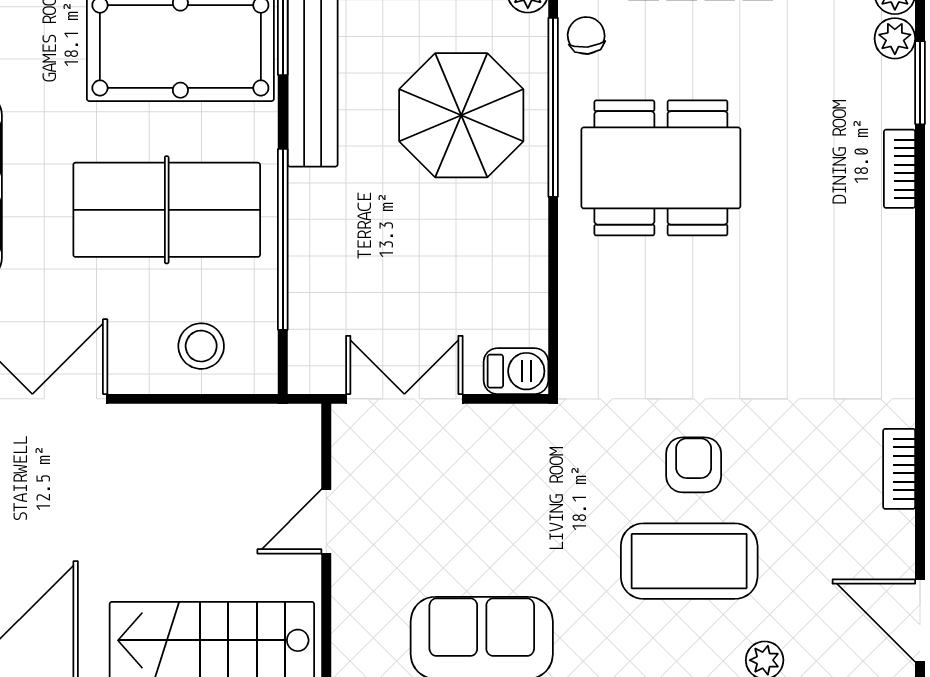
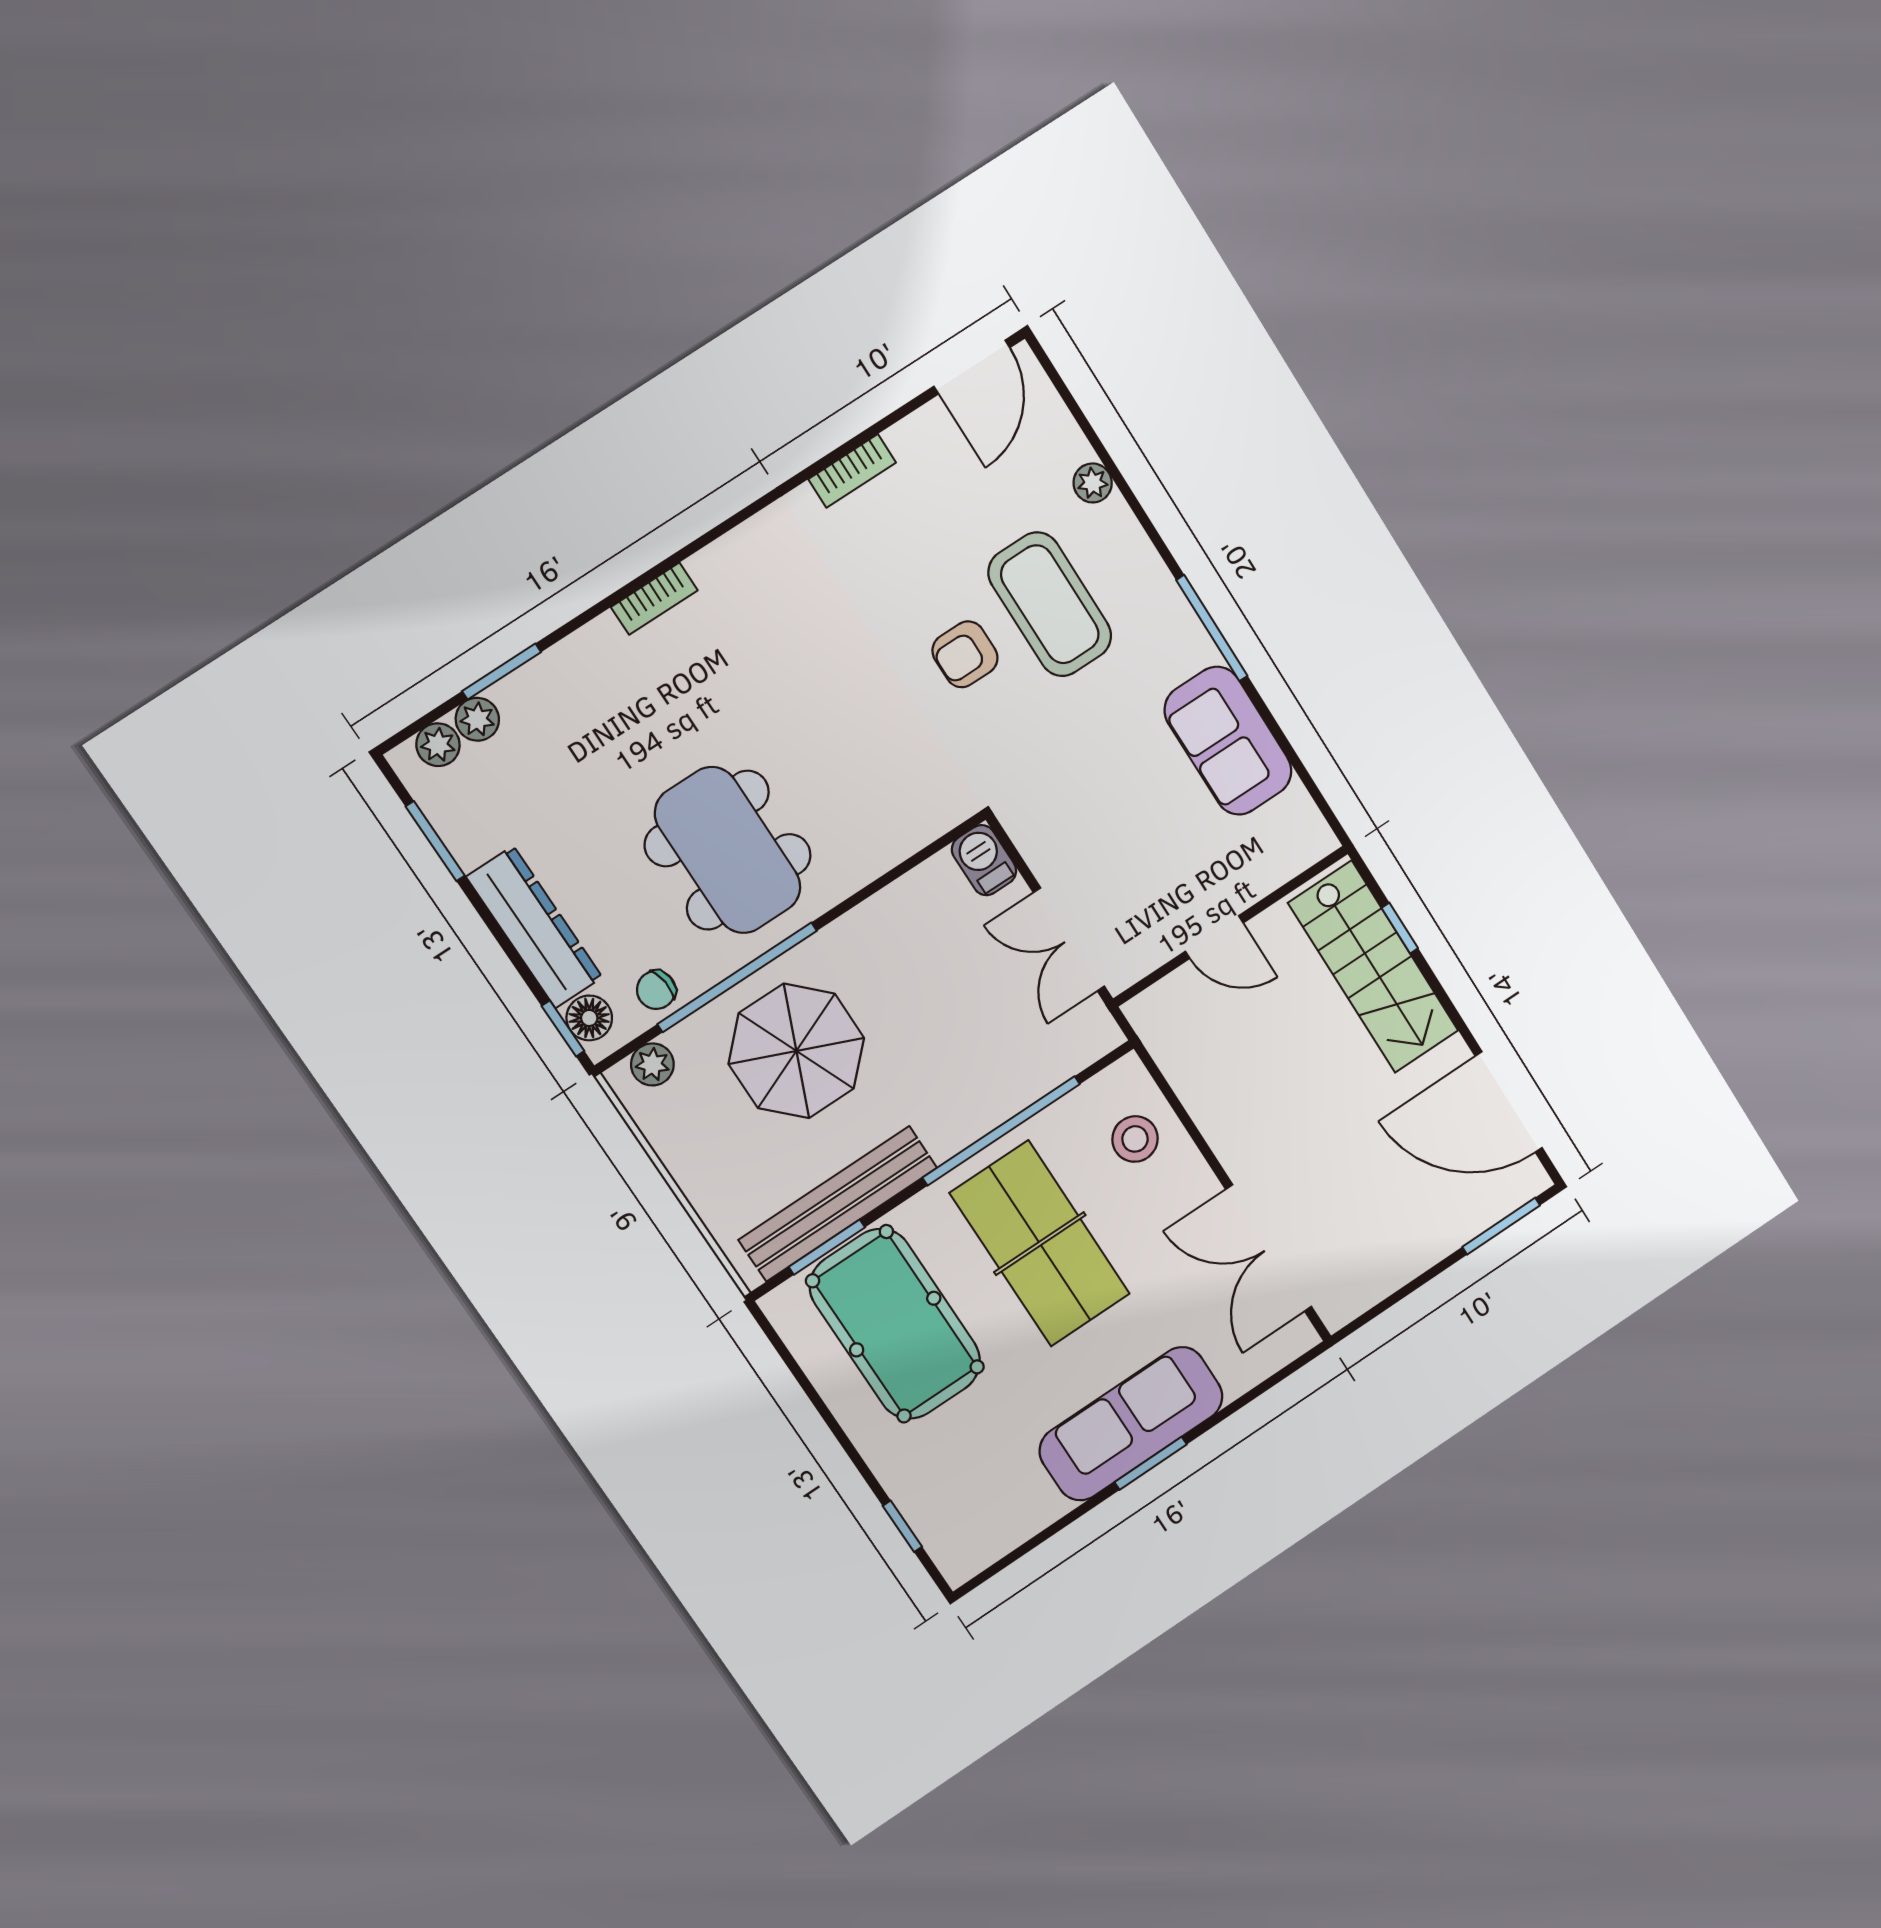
bookcase: (899, 169) -> (654, 599), moved

